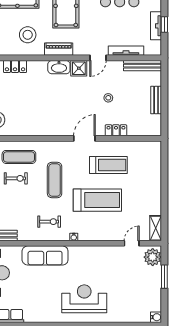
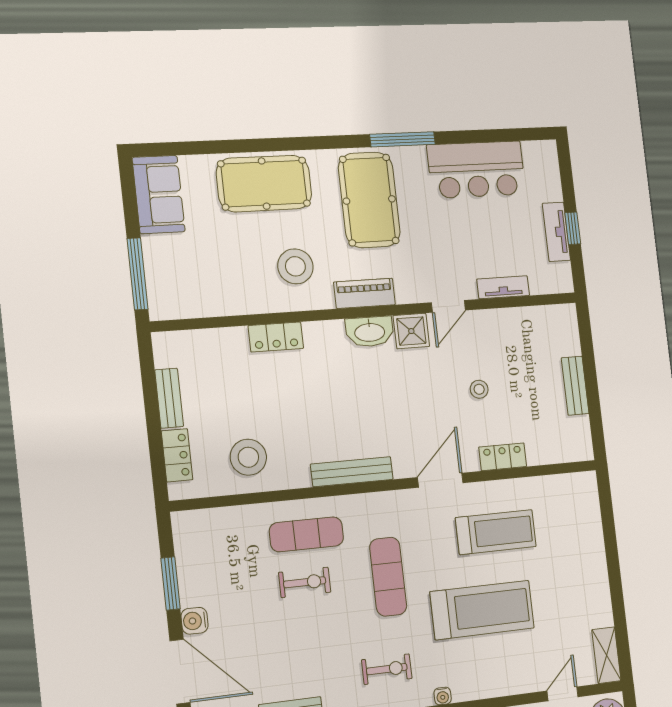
tv unit: (126, 51) -> (503, 287), width x0.71
bench: (142, 66) -> (352, 472), moved

